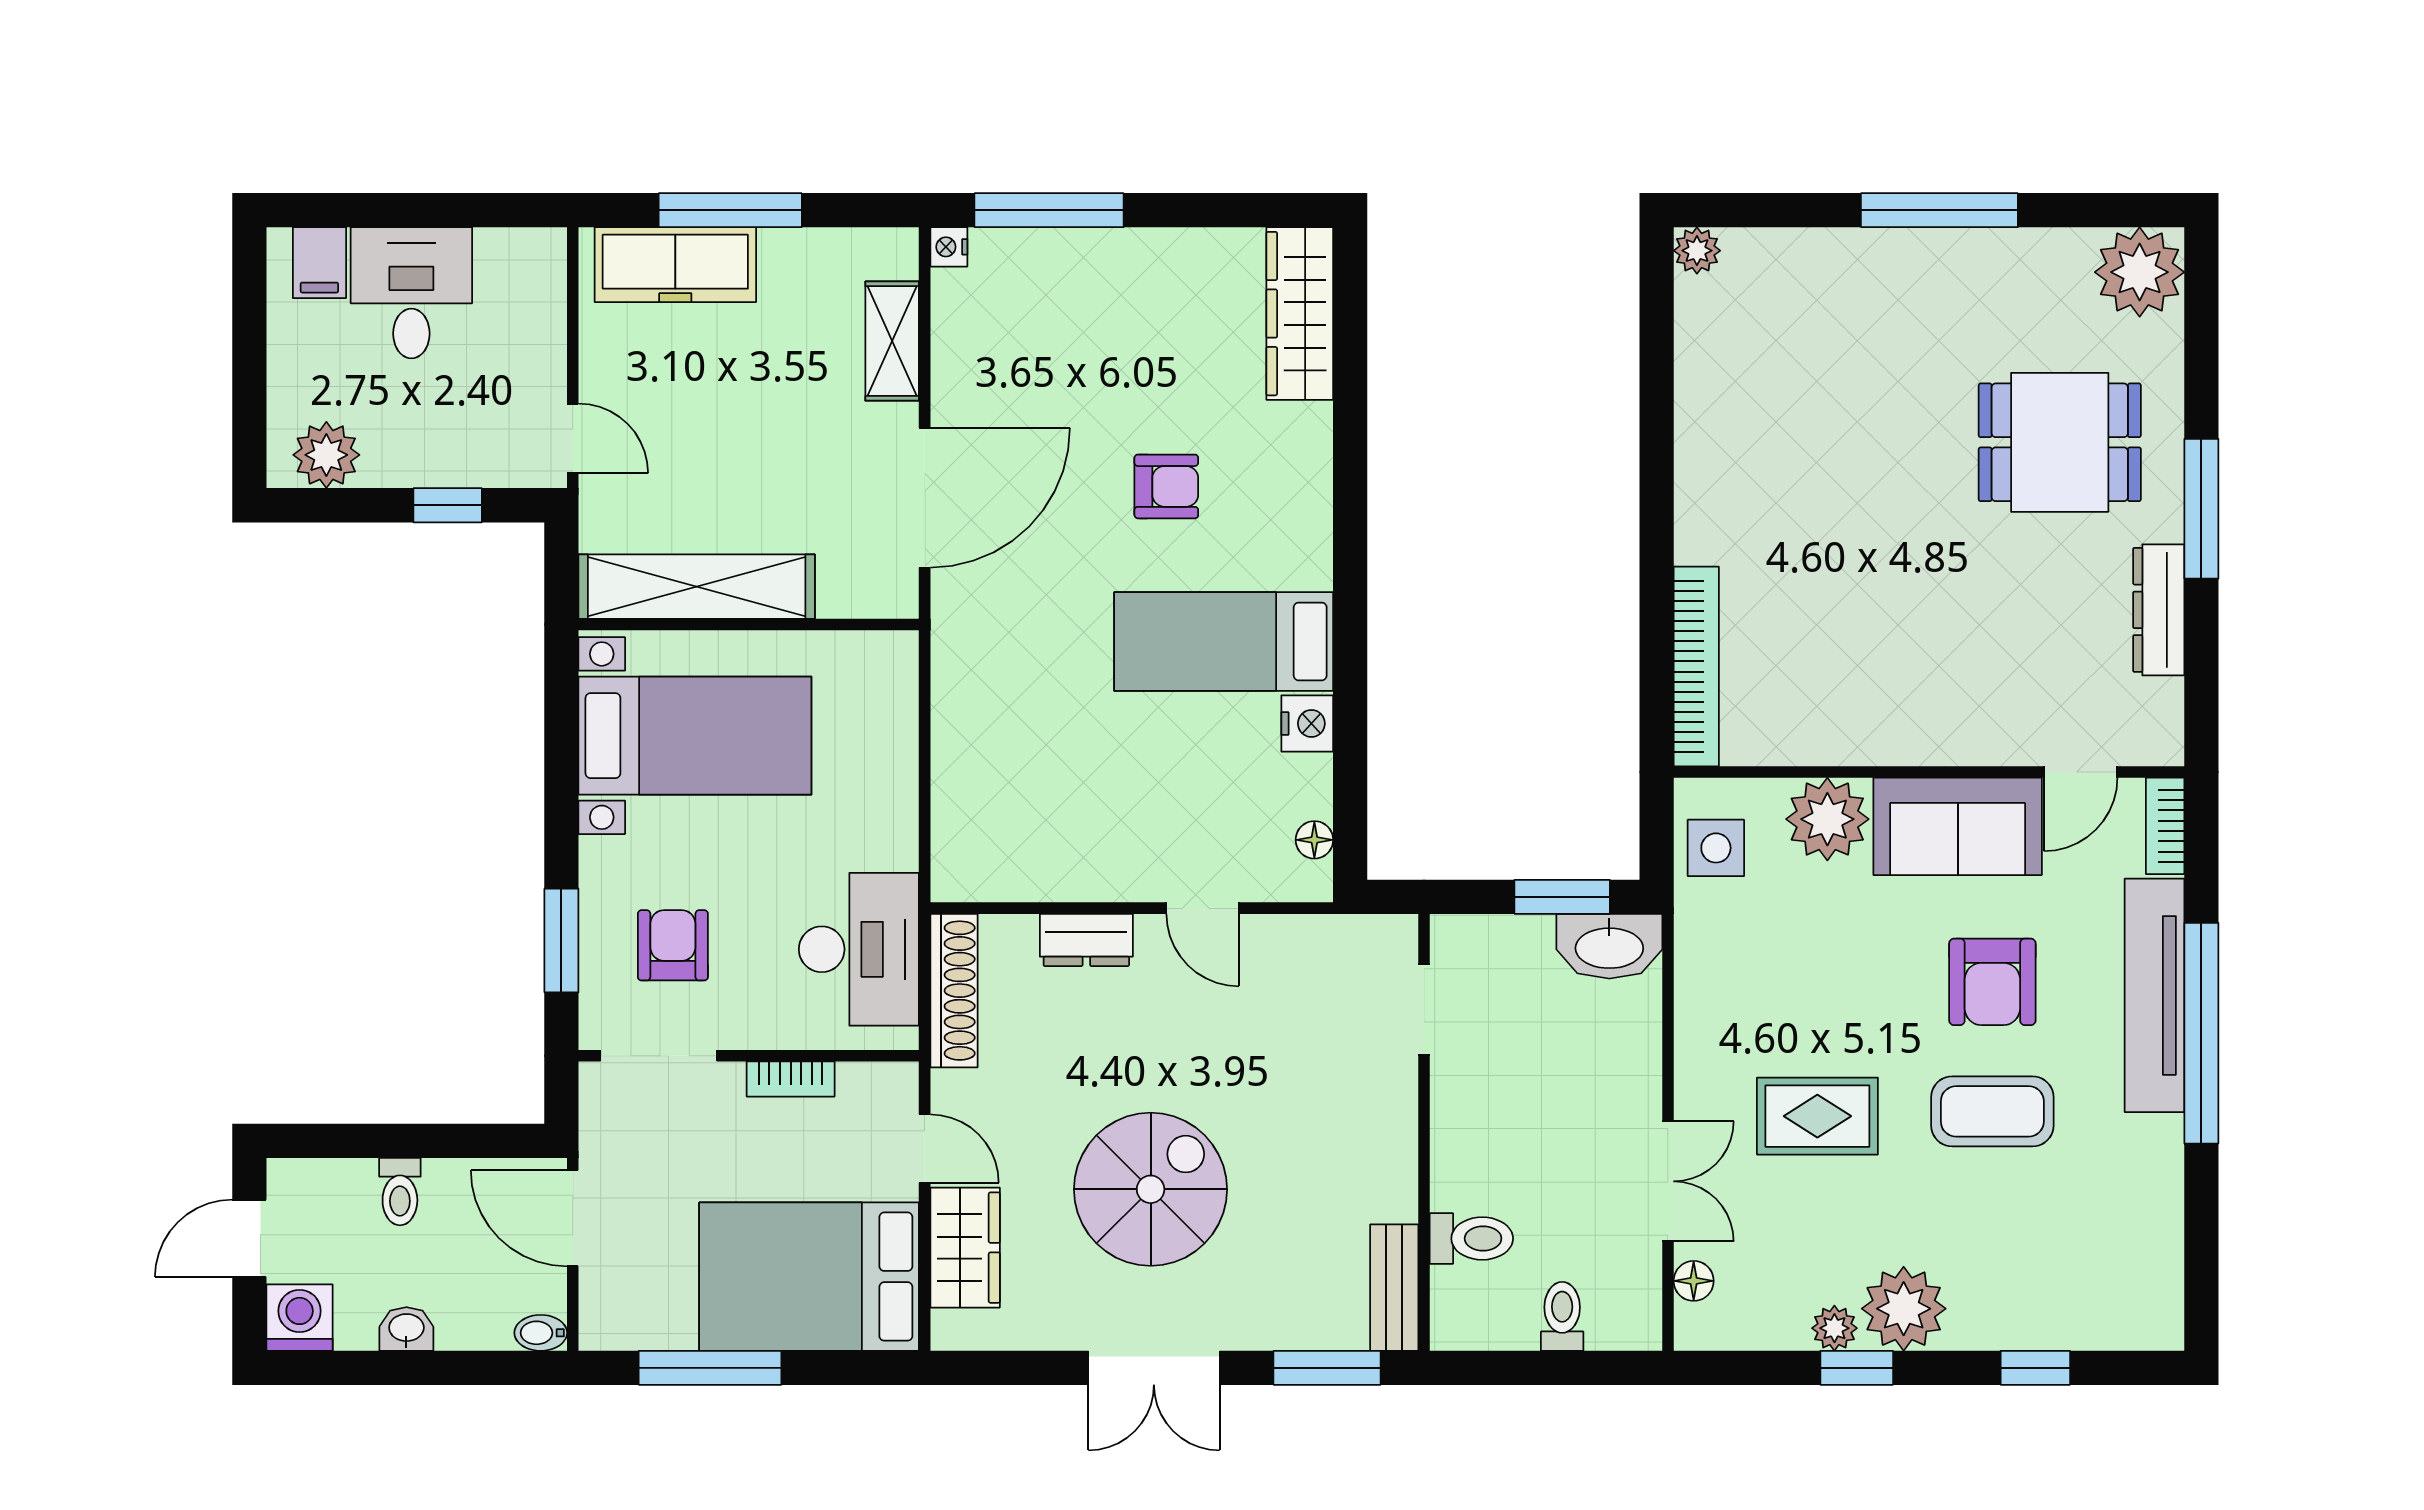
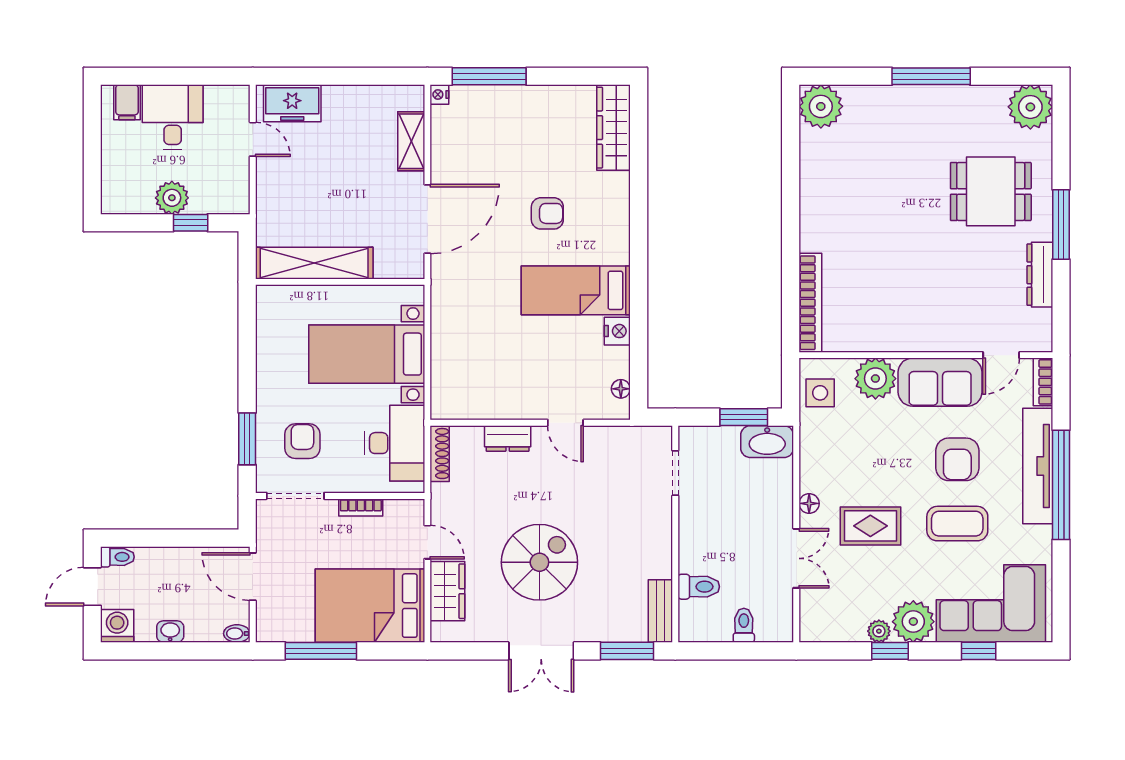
window: (730, 210) -> (331, 76), removed
plant: (1697, 251) -> (821, 106), width x1.88, depth x1.88
freezer: (675, 265) -> (292, 103), width x0.71
door: (573, 438) -> (253, 139), moved
plant: (326, 455) -> (172, 198), moved
bed with nightstands: (695, 736) -> (367, 354), moved, turned 180
shoe rack: (954, 991) -> (440, 454), width x0.74, depth x0.81
toilet: (400, 1192) -> (117, 557), moved, turned -90
corner sofa: (2060, 1273) -> (991, 604), added
floor lamp: (1694, 1281) -> (809, 503), moved

